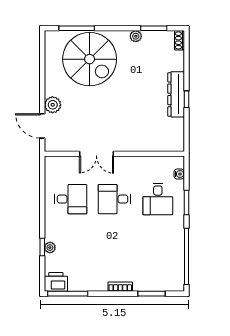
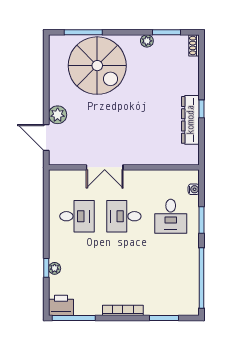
dresser: (176, 94) -> (190, 120), moved
bookcase: (120, 287) -> (123, 310), width x1.56

